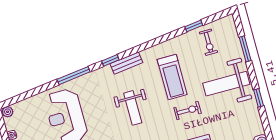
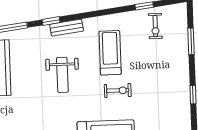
treadmill: (172, 77) -> (110, 53), turned 180
weight bench: (226, 84) -> (164, 72), removed

